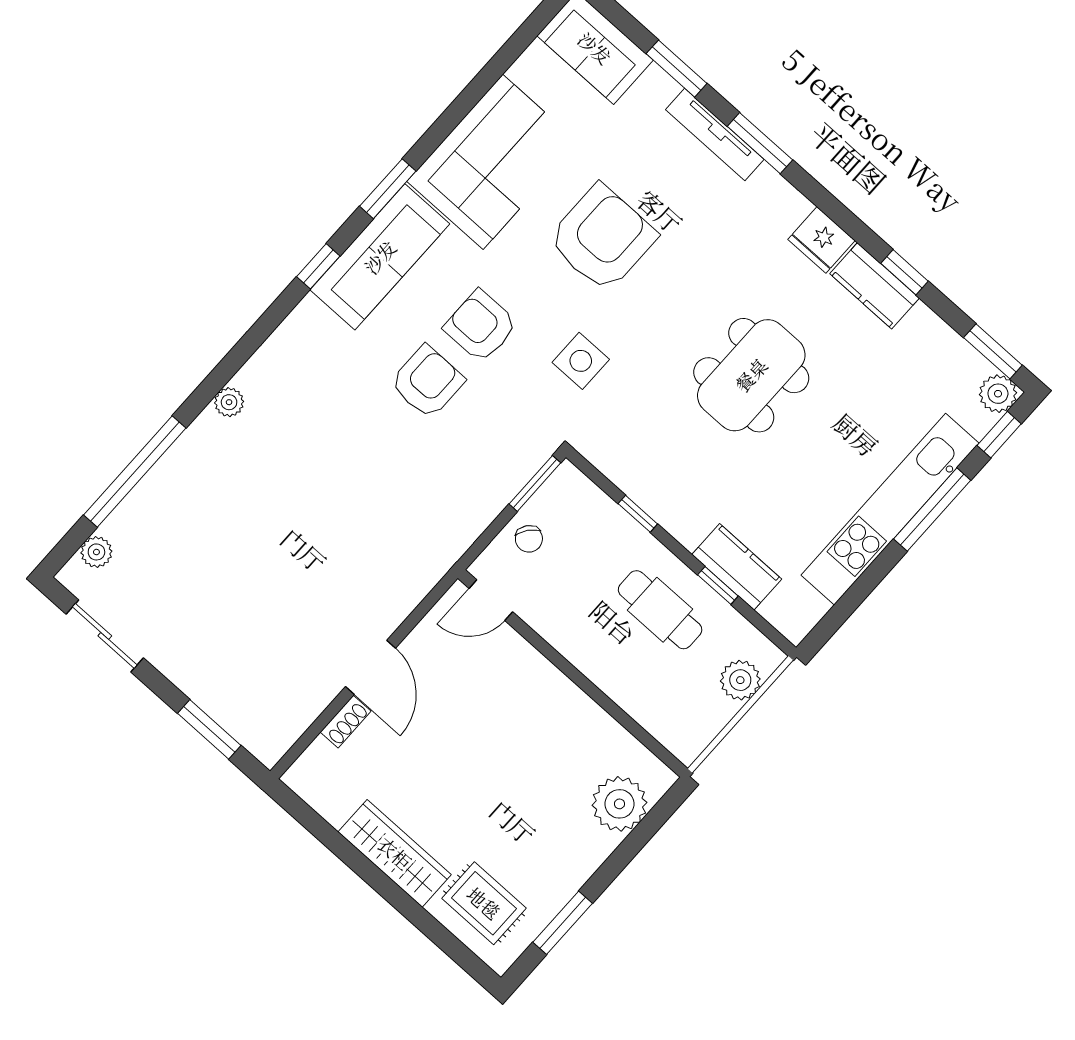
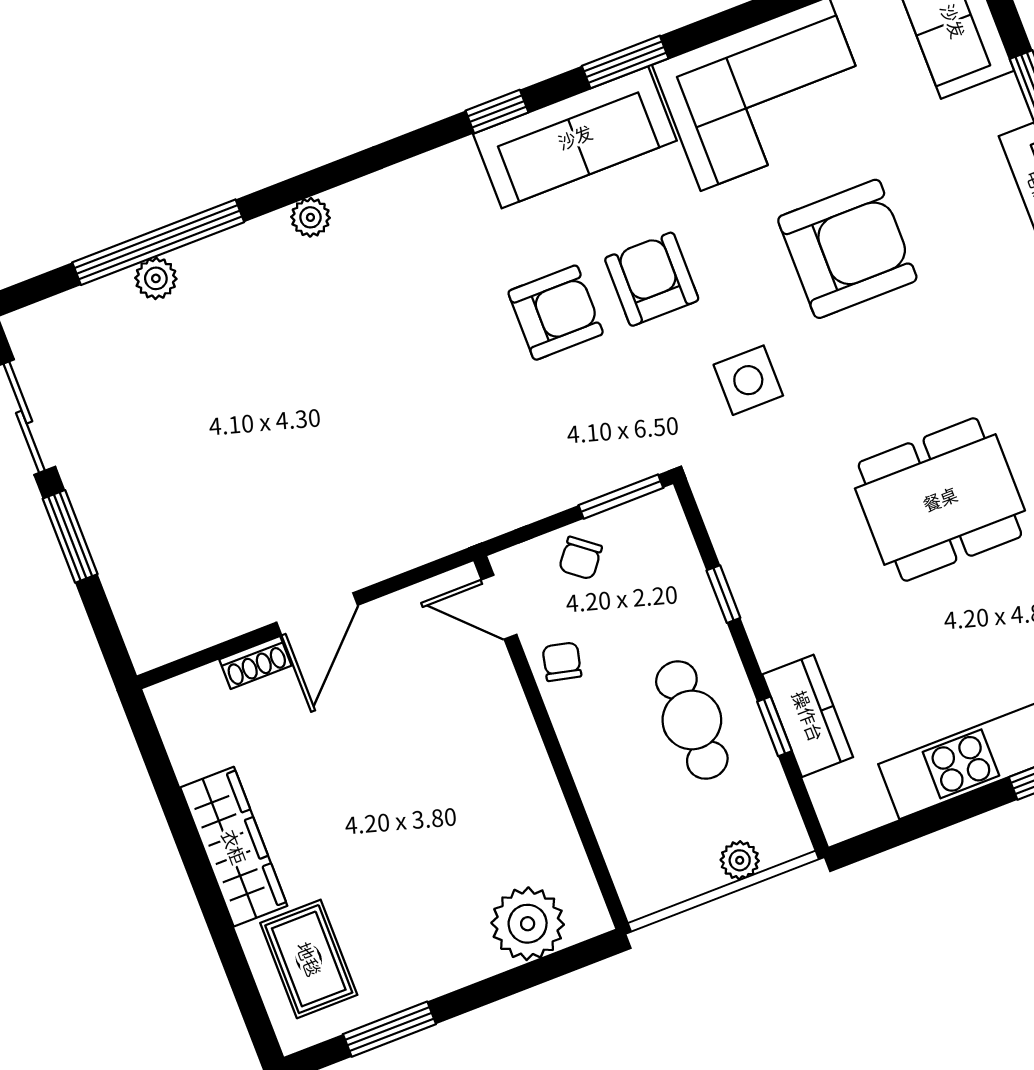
plant: (96, 552) -> (156, 278), moved
chair: (552, 615) -> (562, 662), added
plant: (740, 680) -> (740, 860), width x0.73, depth x0.73
window: (209, 729) -> (70, 536), moved

